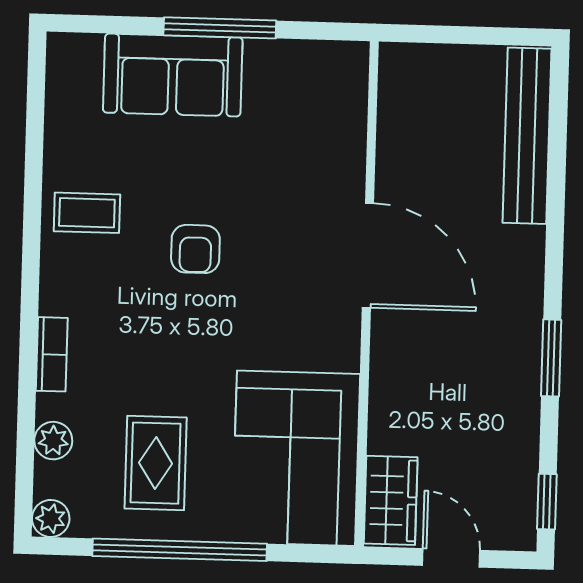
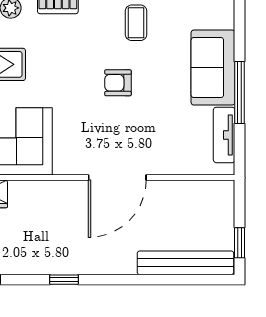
window: (494, 36) -> (240, 243), added
tv unit: (296, 58) -> (224, 135), added
window: (551, 358) -> (64, 280), width x0.67

